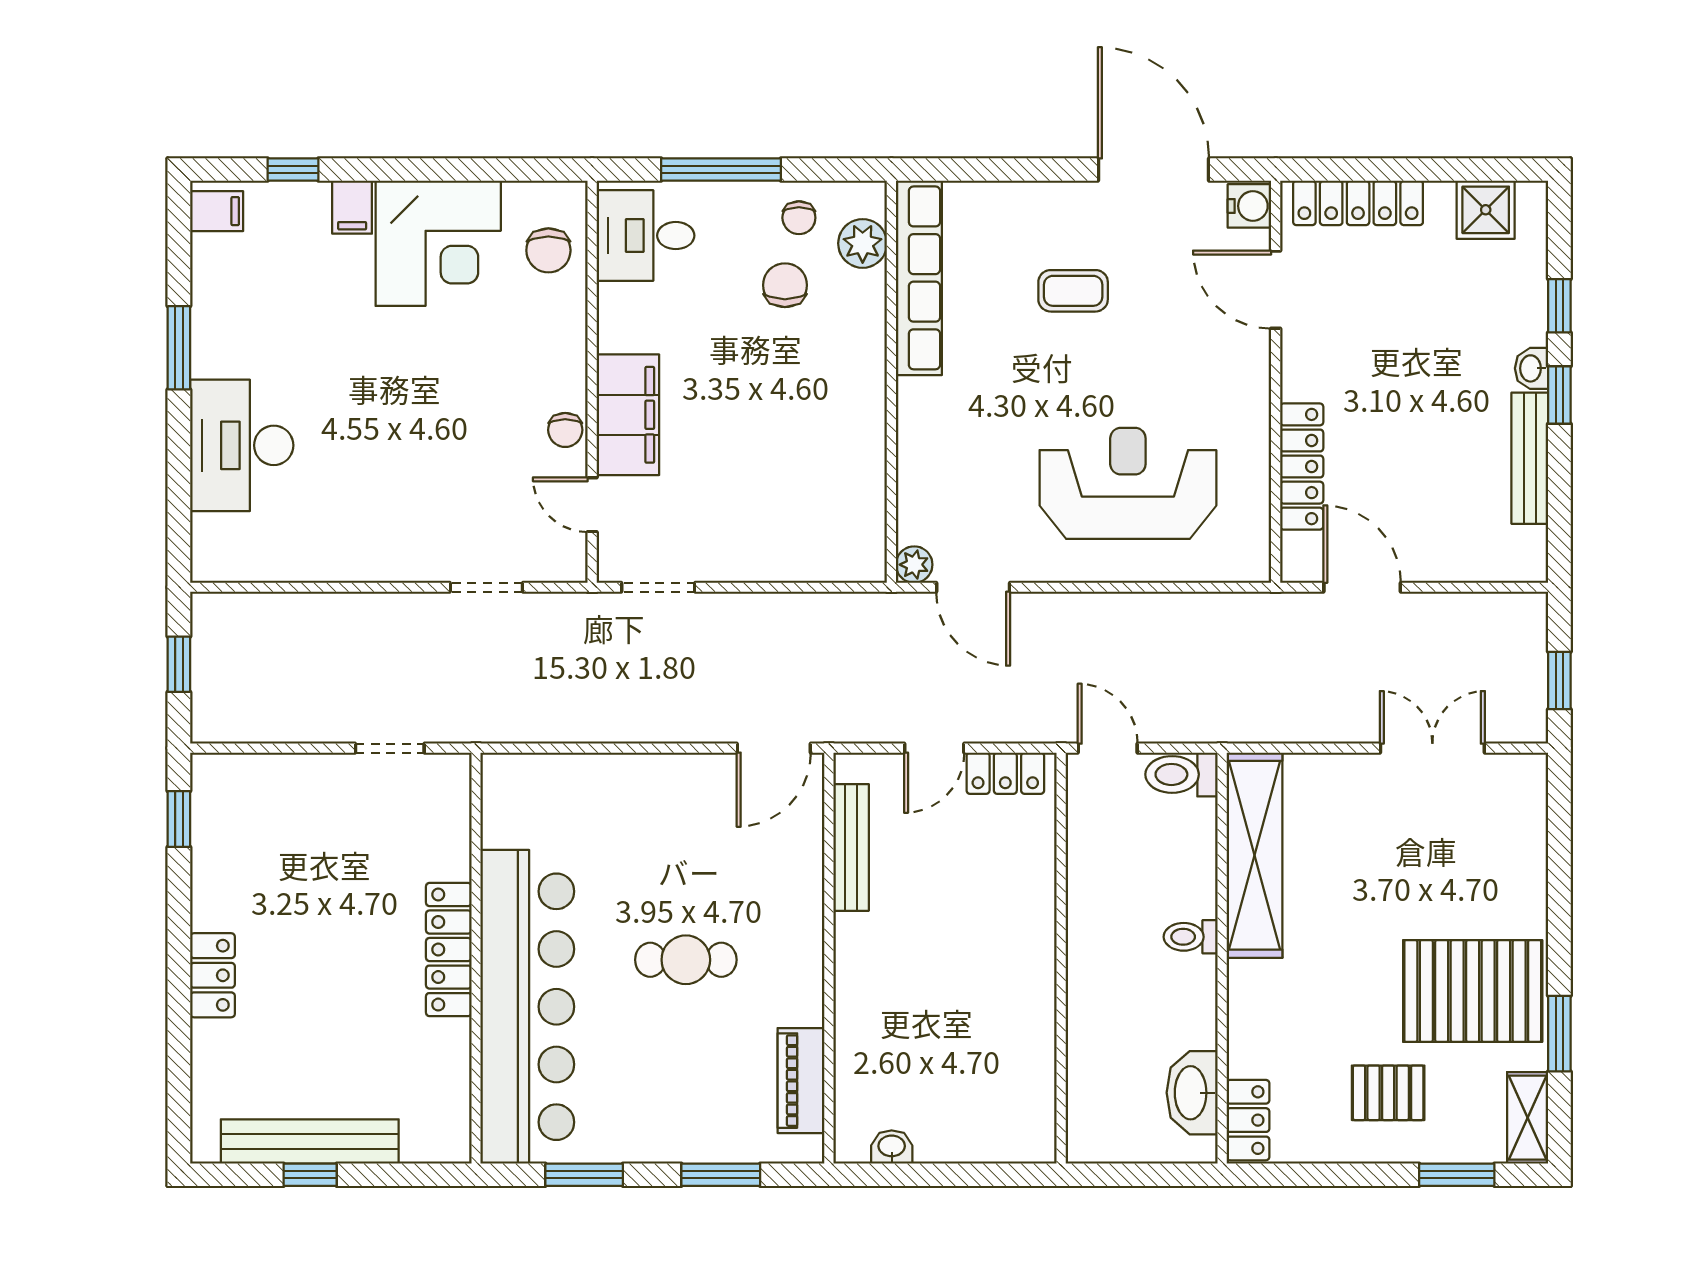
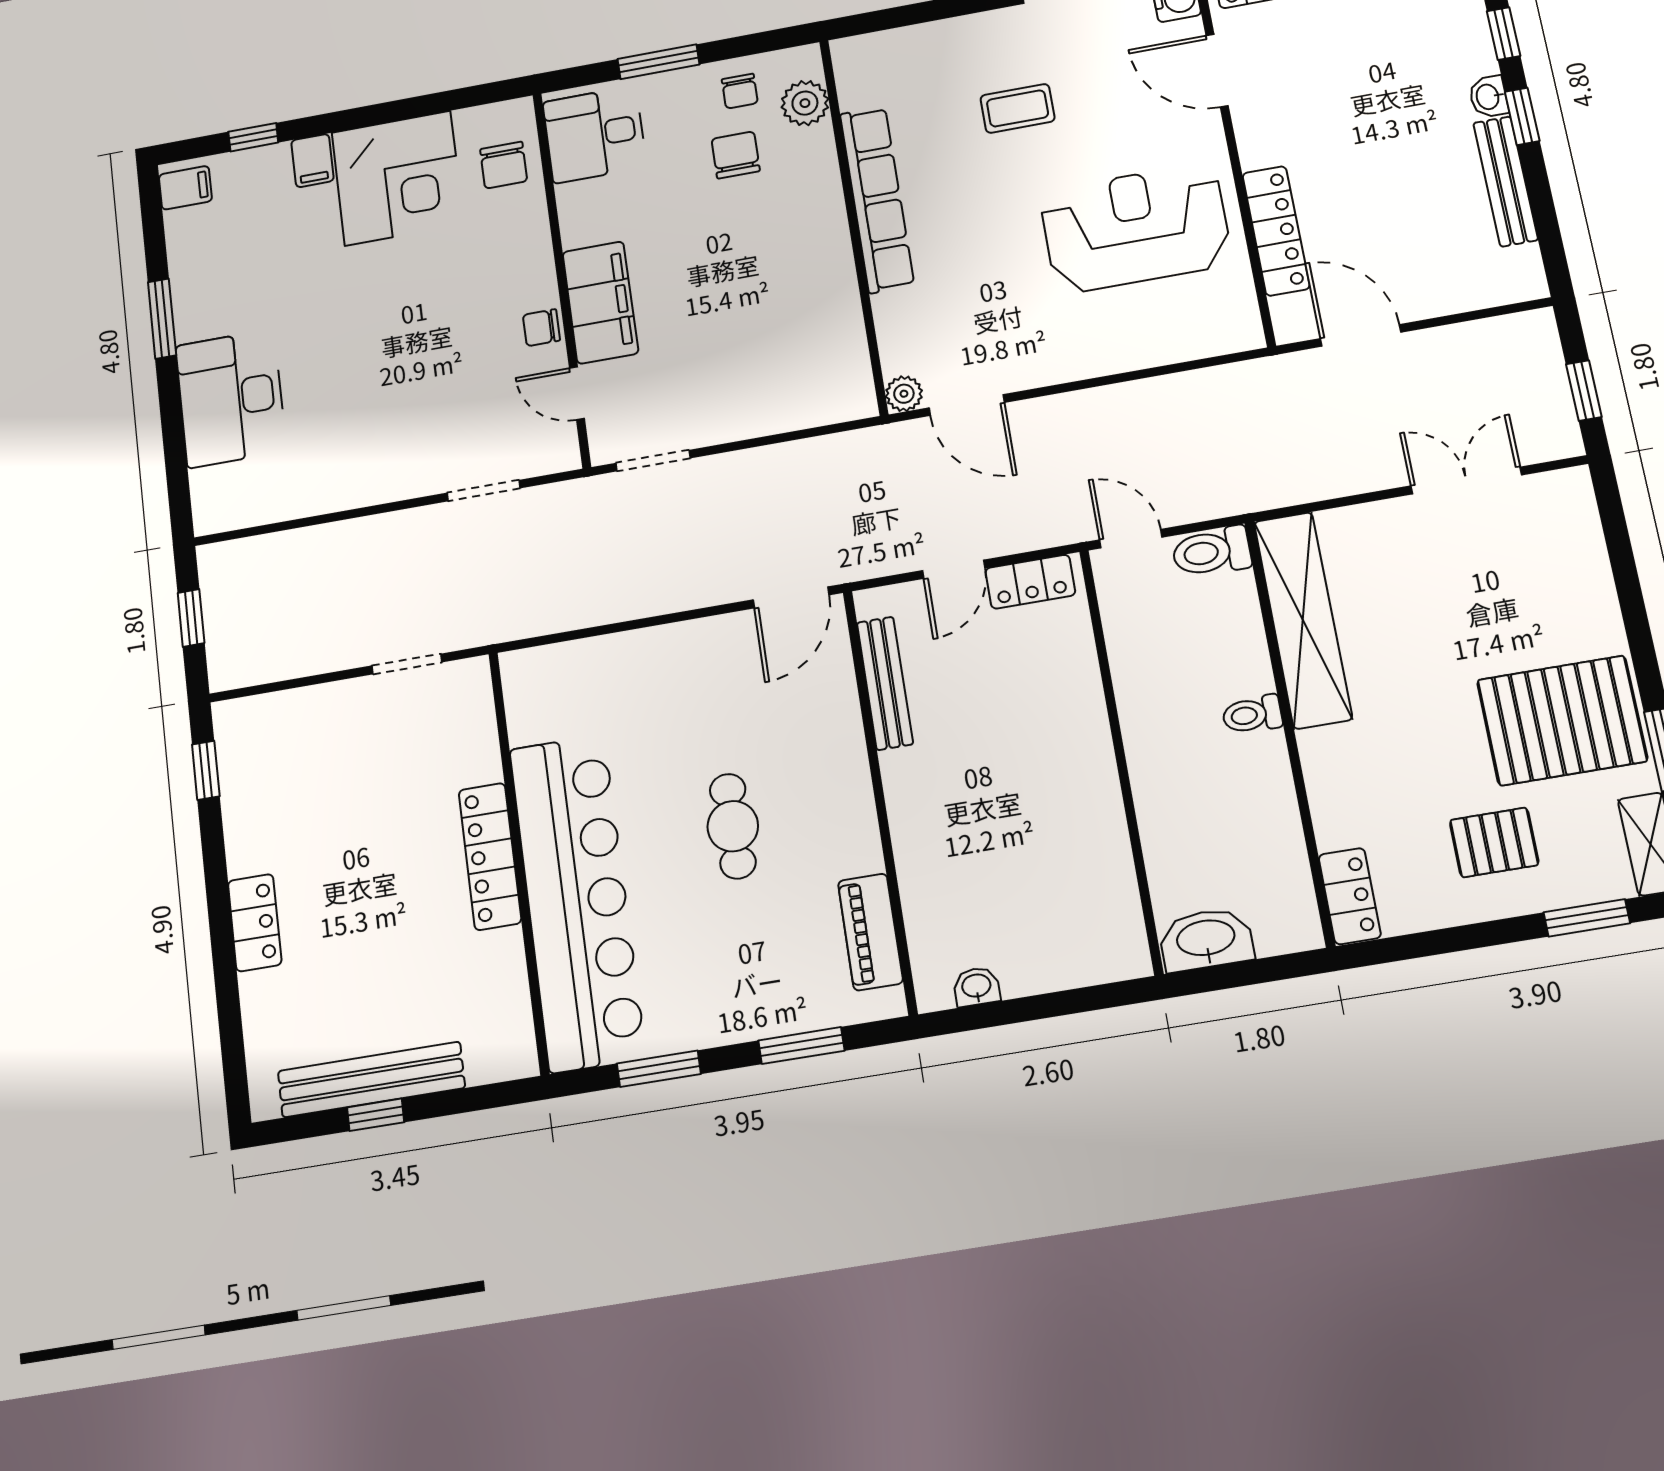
window: (721, 170) -> (658, 62), width x0.69
row of seats: (919, 278) -> (877, 199), moved
chair: (565, 430) -> (541, 328), turned 90
reception desk: (1128, 483) -> (1135, 228), moved
cafe table: (686, 960) -> (733, 826), turned 90
washbasin: (1192, 1093) -> (1206, 939), moved, turned 90

